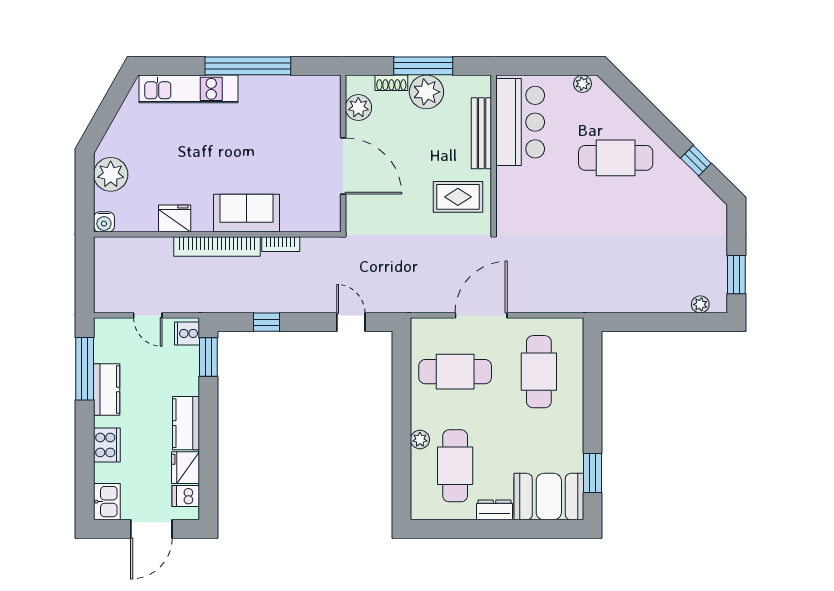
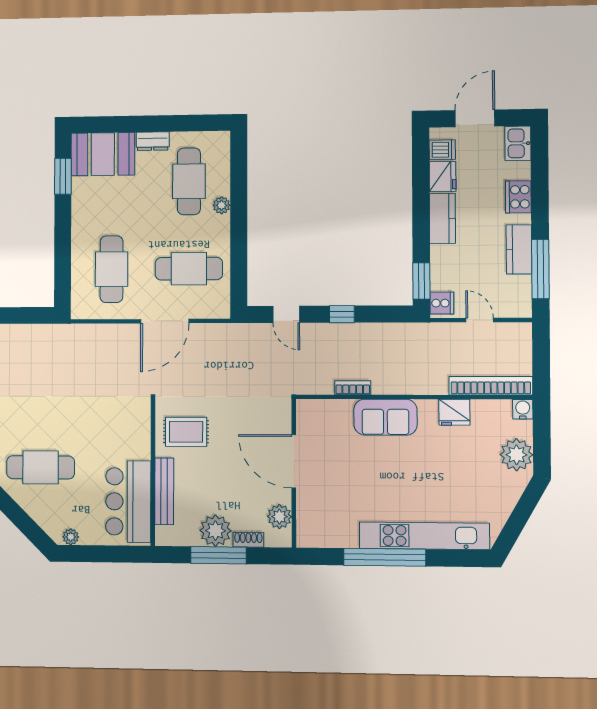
kitchen unit: (188, 89) -> (424, 536), width x1.36
bookcase: (217, 247) -> (491, 386), moved
window: (267, 322) -> (342, 314), moved

